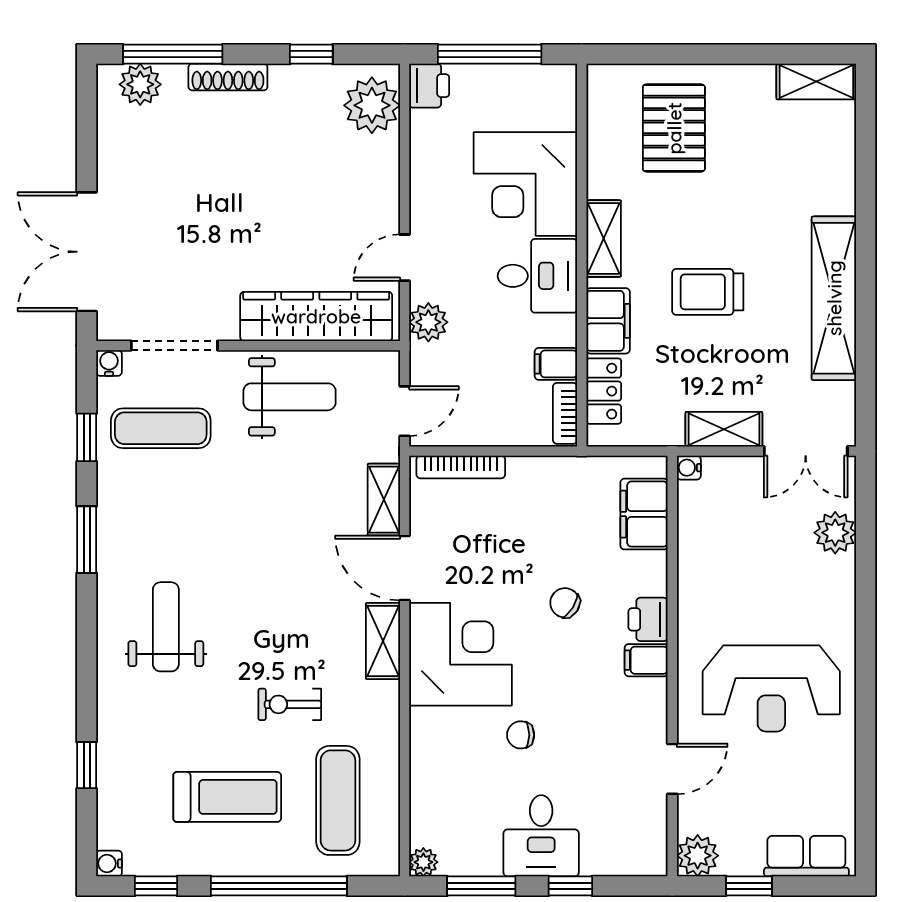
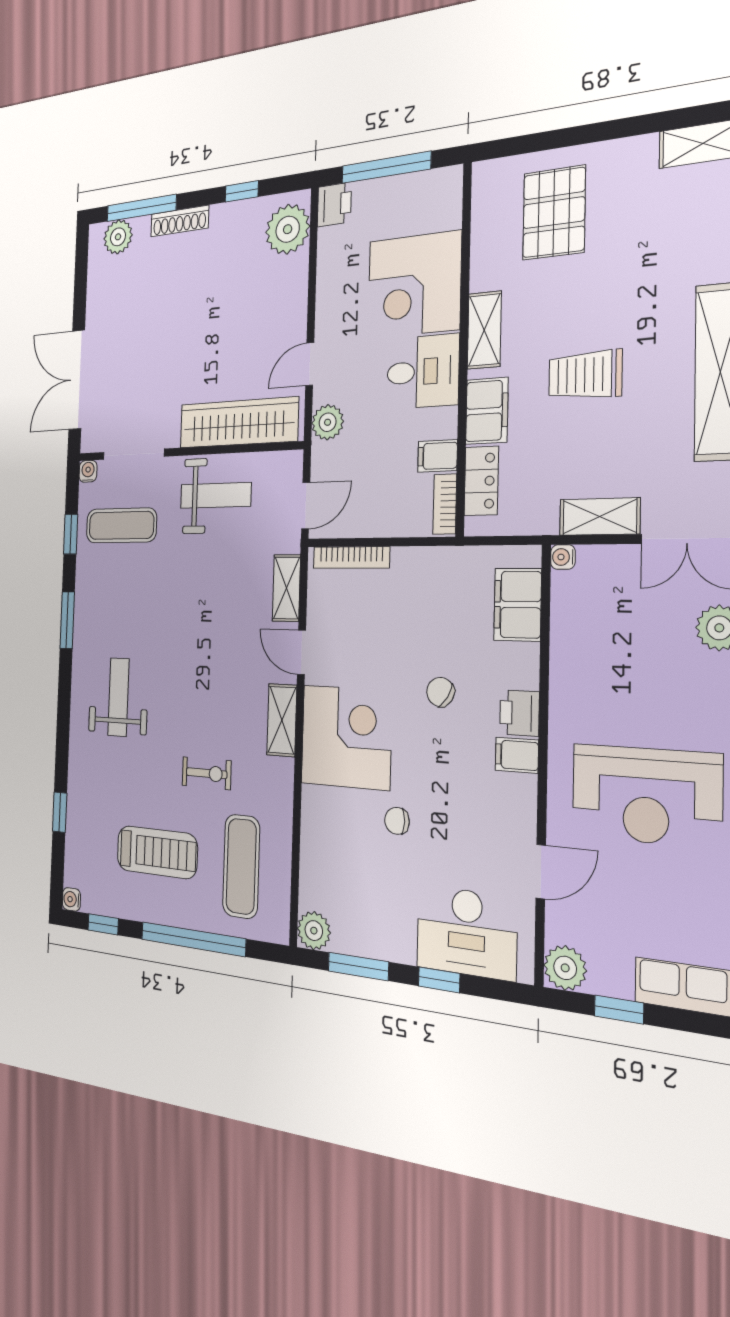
door: (405, 568) -> (301, 652), width x0.73
exercise bike: (290, 704) -> (207, 773), turned 180
desk: (541, 836) -> (466, 932), moved, width x1.37
plant: (423, 862) -> (314, 931), width x1.38, depth x1.38

